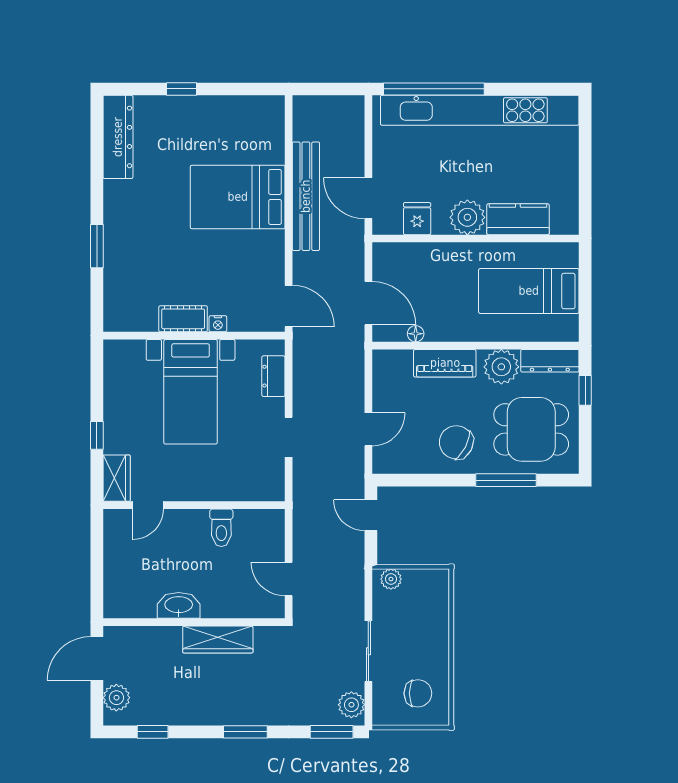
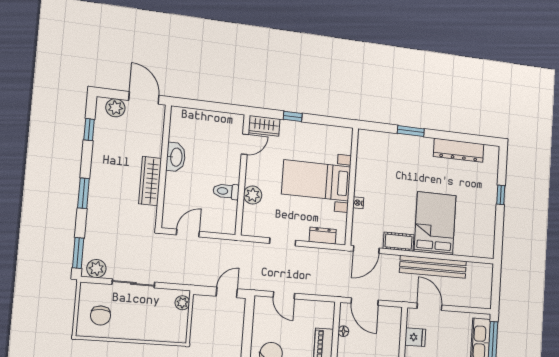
dresser: (118, 137) -> (459, 150), moved
door: (368, 198) -> (429, 307), hinge flipped
door: (368, 303) -> (365, 302), hinge flipped
cot: (183, 319) -> (399, 242), moved, turned 90
plant: (223, 488) -> (253, 195), added
door: (148, 505) -> (245, 144), swing flipped

